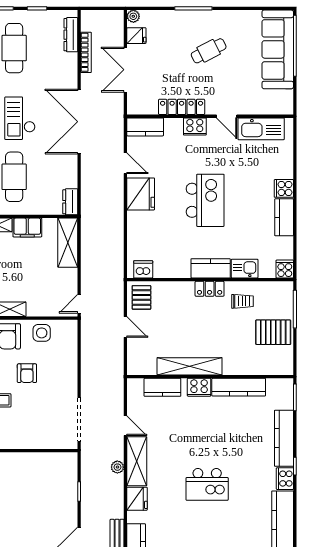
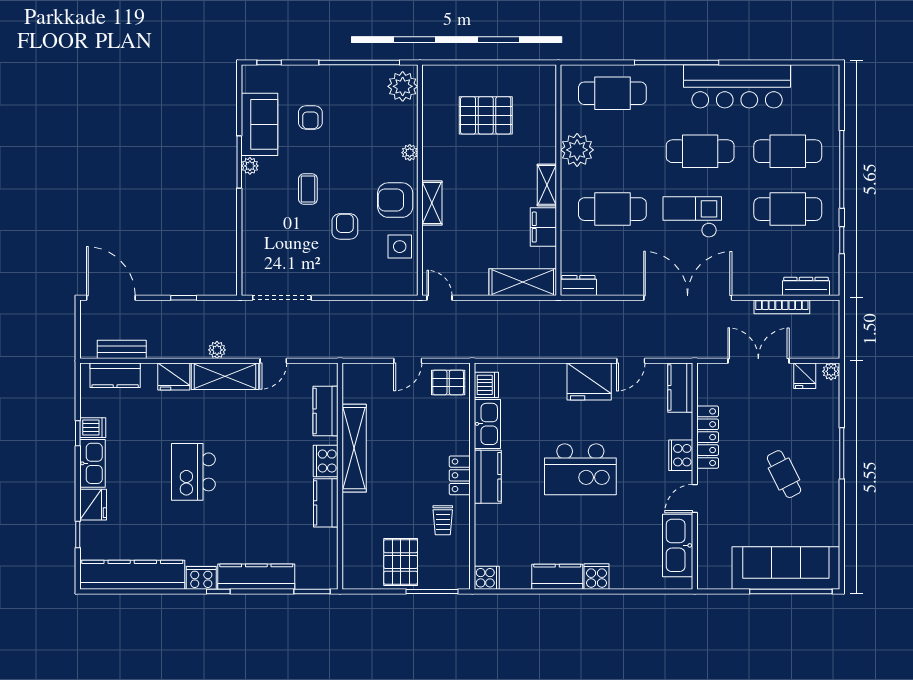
kitchen sink: (245, 269) -> (487, 424), moved, width x1.38
armchair: (27, 373) -> (345, 226), turned 90
kitchen counter: (239, 387) -> (326, 503), width x0.67

